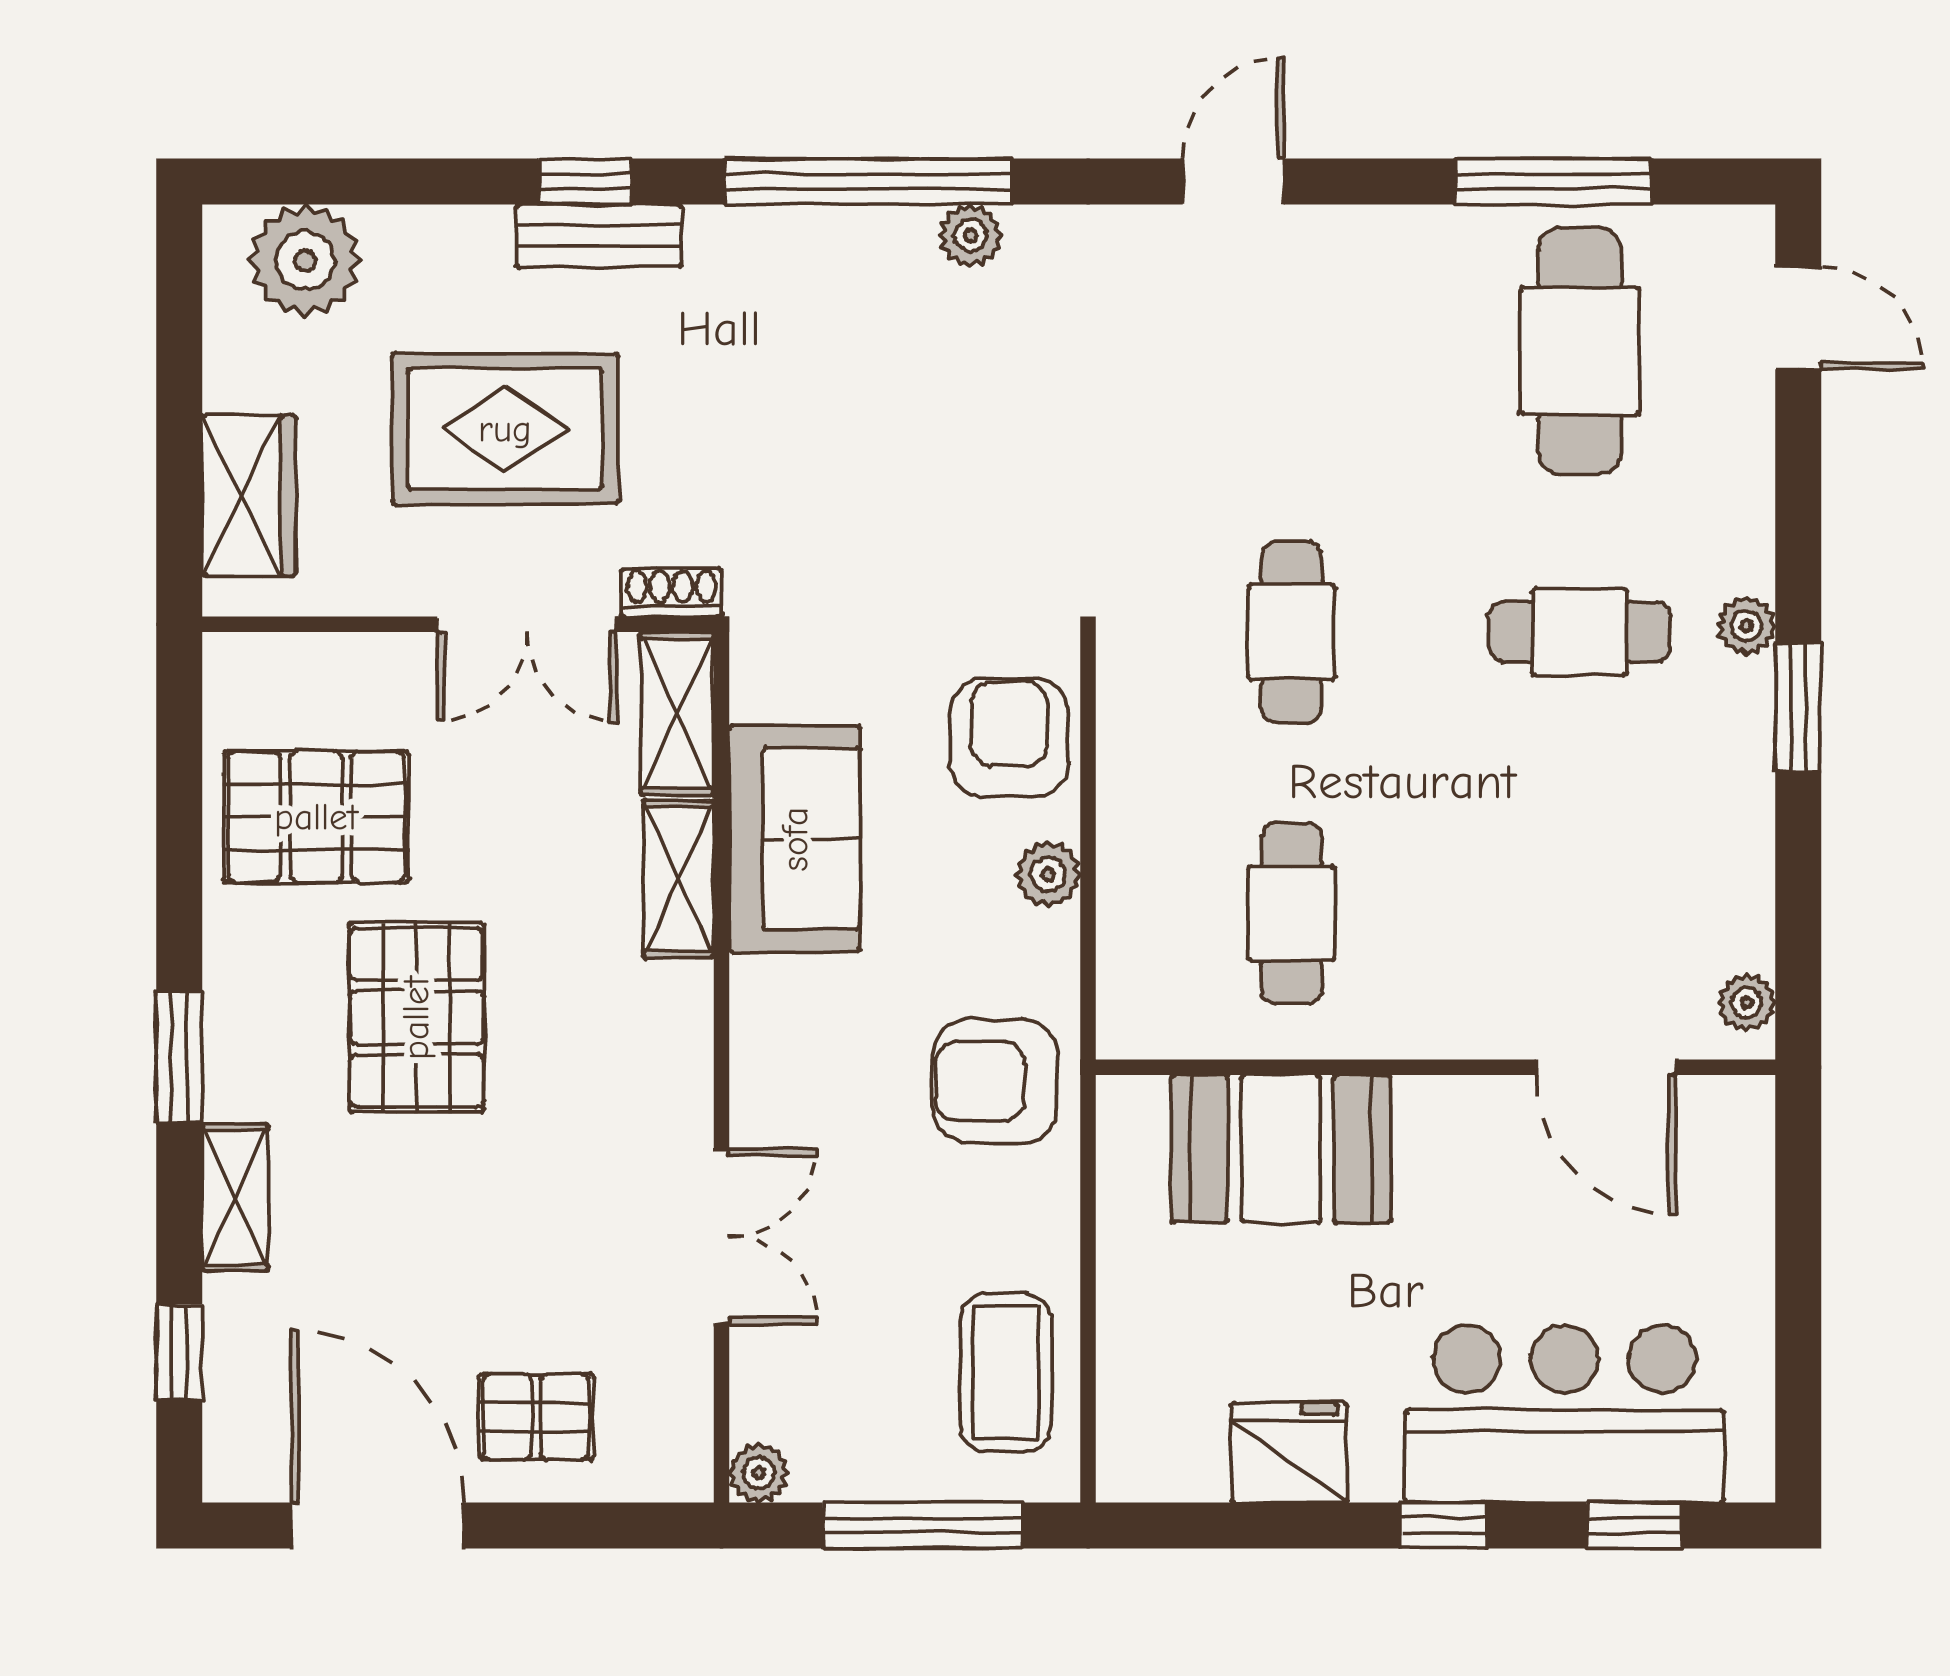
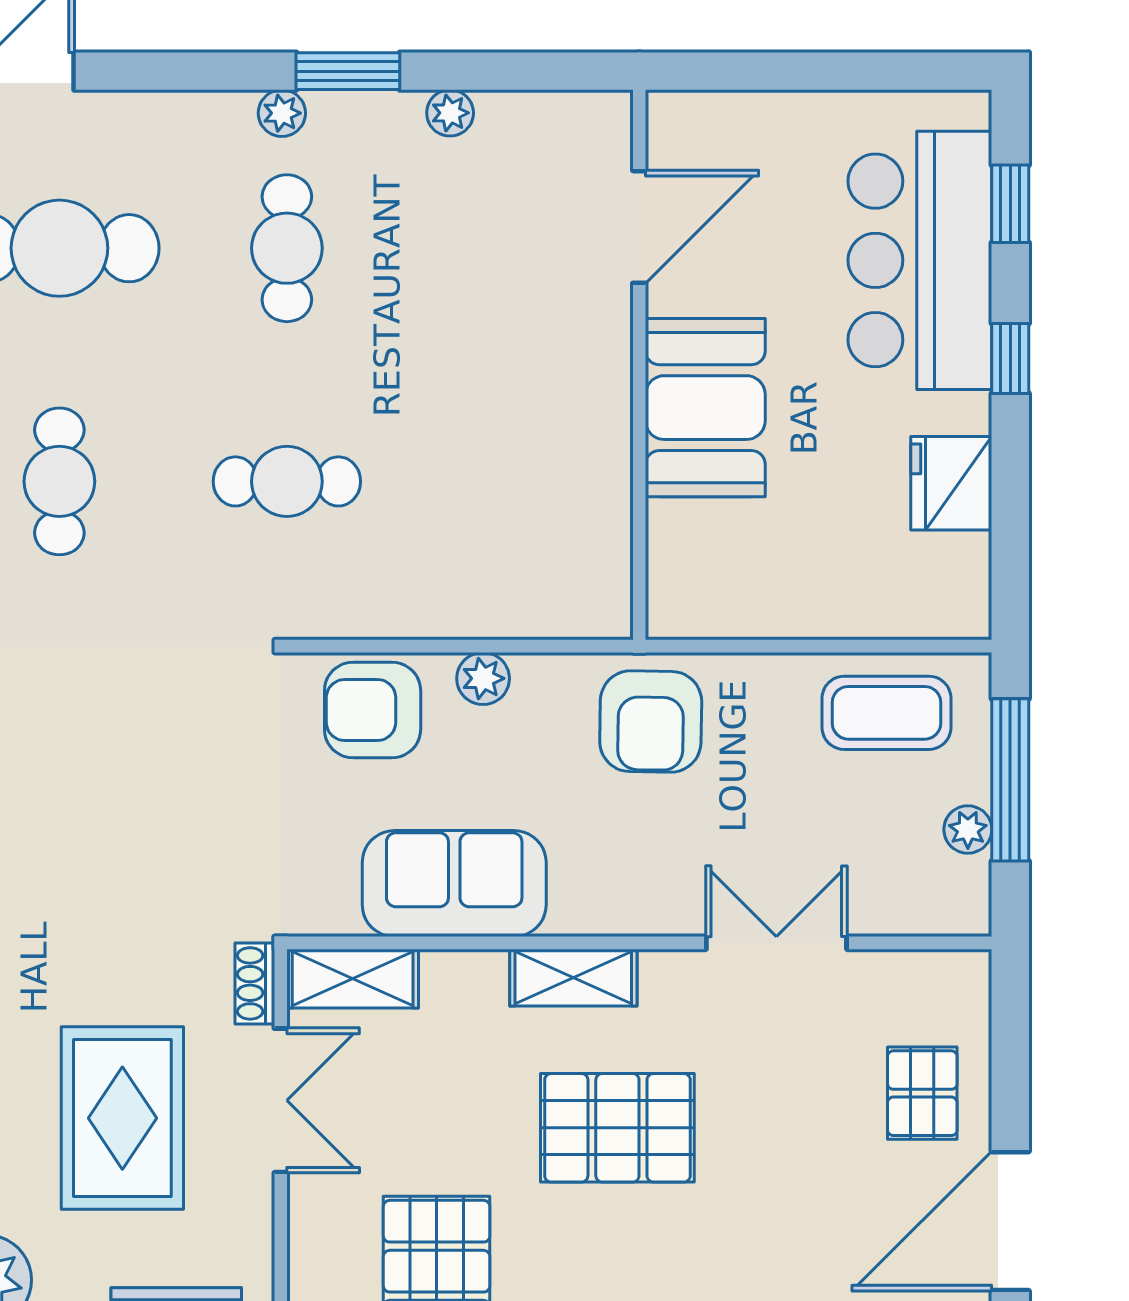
shelving: (679, 879) -> (573, 978), moved
cafe table: (1292, 913) -> (59, 481), moved, turned 90
plant: (1747, 1003) -> (450, 113), moved
pallet: (416, 1018) -> (617, 1128), moved
booth: (1281, 1149) -> (705, 408), moved
plant: (759, 1473) -> (968, 830), moved

